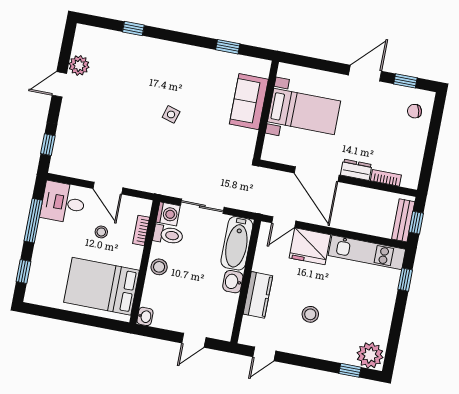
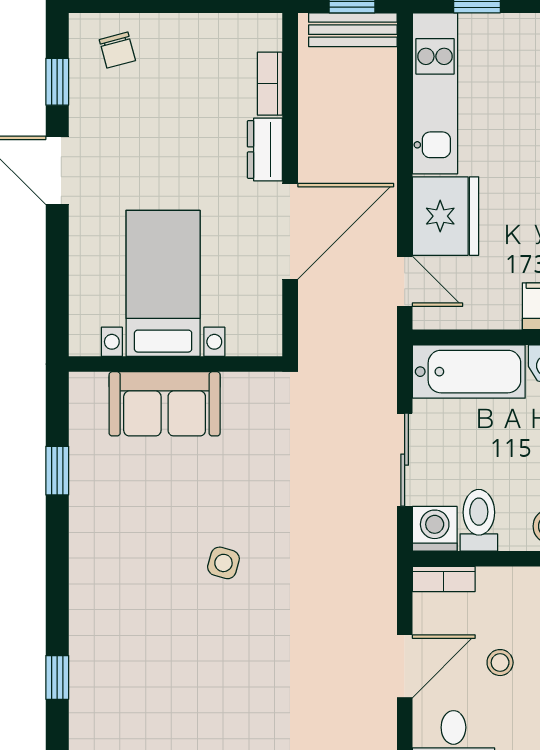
bookcase: (141, 230) -> (444, 579), moved

